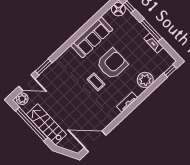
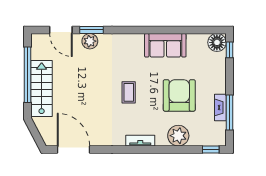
window: (151, 30) -> (229, 112), moved
sofa: (92, 37) -> (165, 45), width x0.73
armchair: (112, 64) -> (179, 95), moved, turned -90
plant: (22, 99) -> (90, 41), moved

